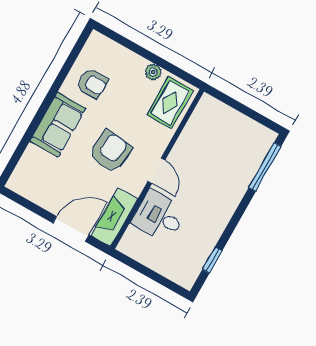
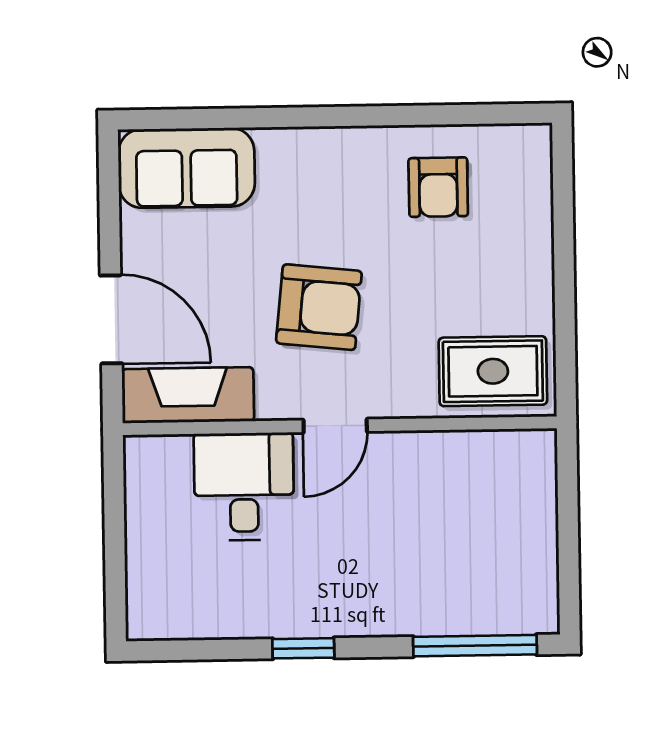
plant: (153, 72) -> (535, 299), removed
sofa: (58, 125) -> (187, 168), moved
window: (212, 260) -> (303, 648), moved

